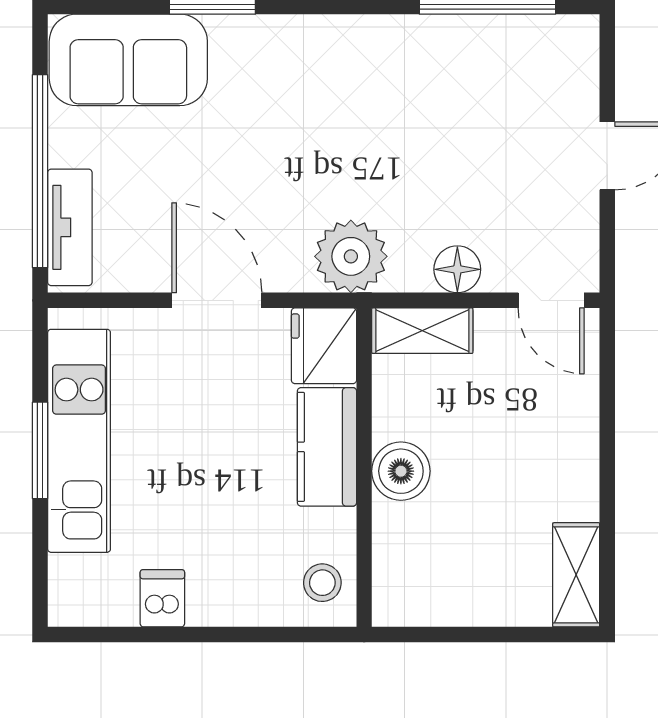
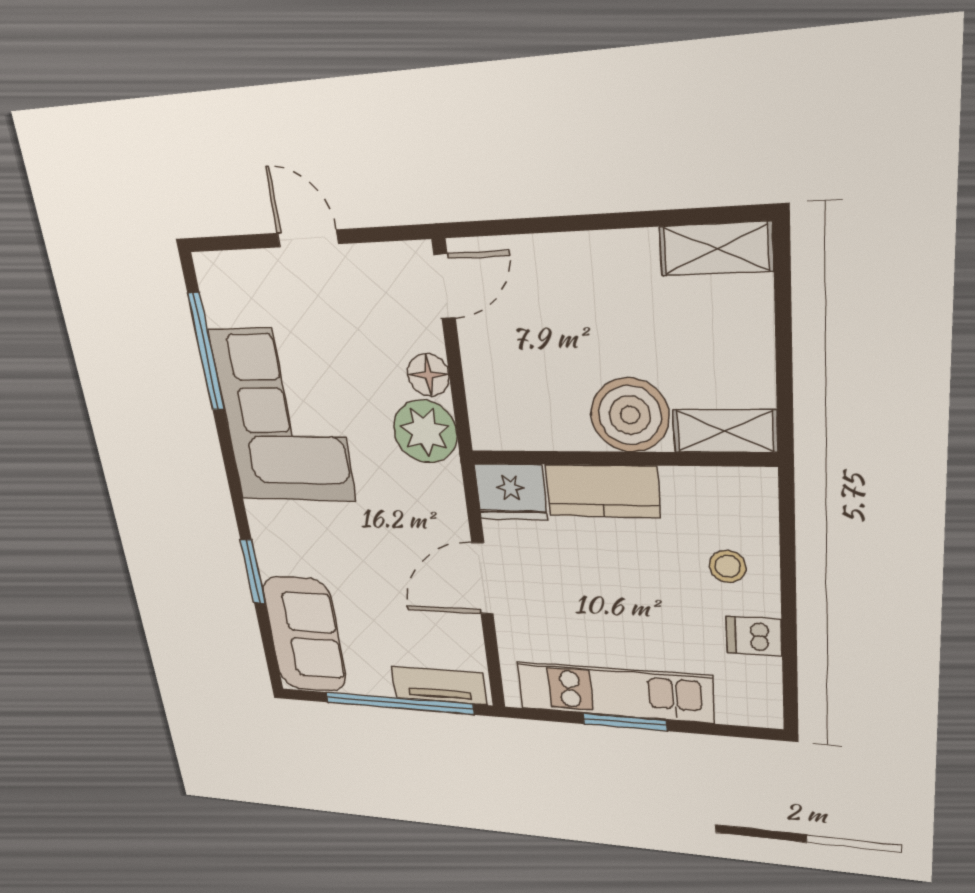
corner sofa: (412, 87) -> (283, 416), added
plant: (351, 256) -> (425, 431), moved
shelving: (422, 331) -> (725, 431), moved, turned 90
boiler: (401, 471) -> (630, 415), width x1.37, depth x1.37
stool: (322, 583) -> (728, 566), moved

